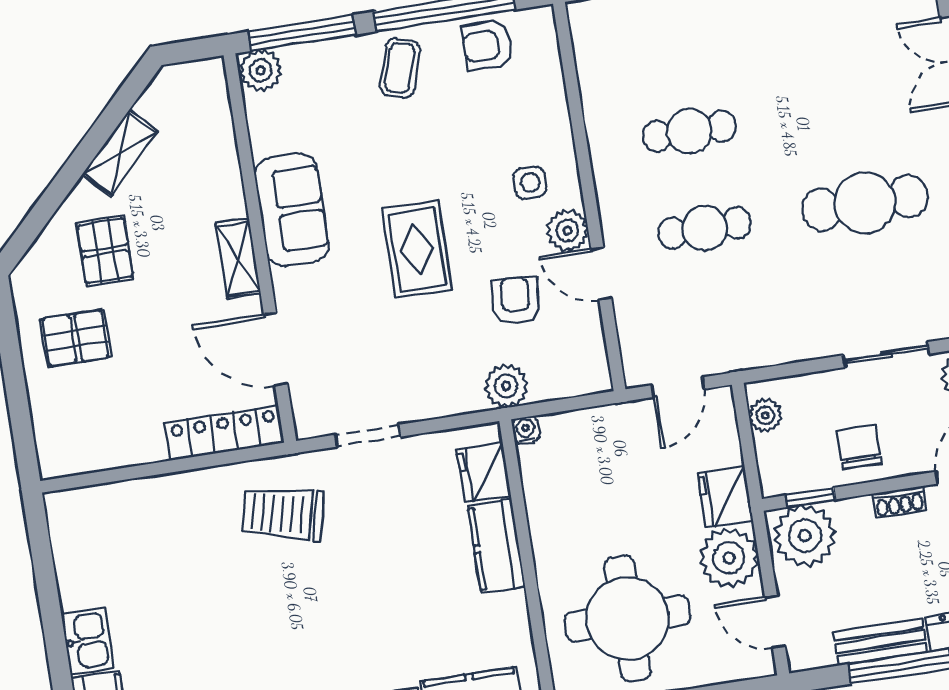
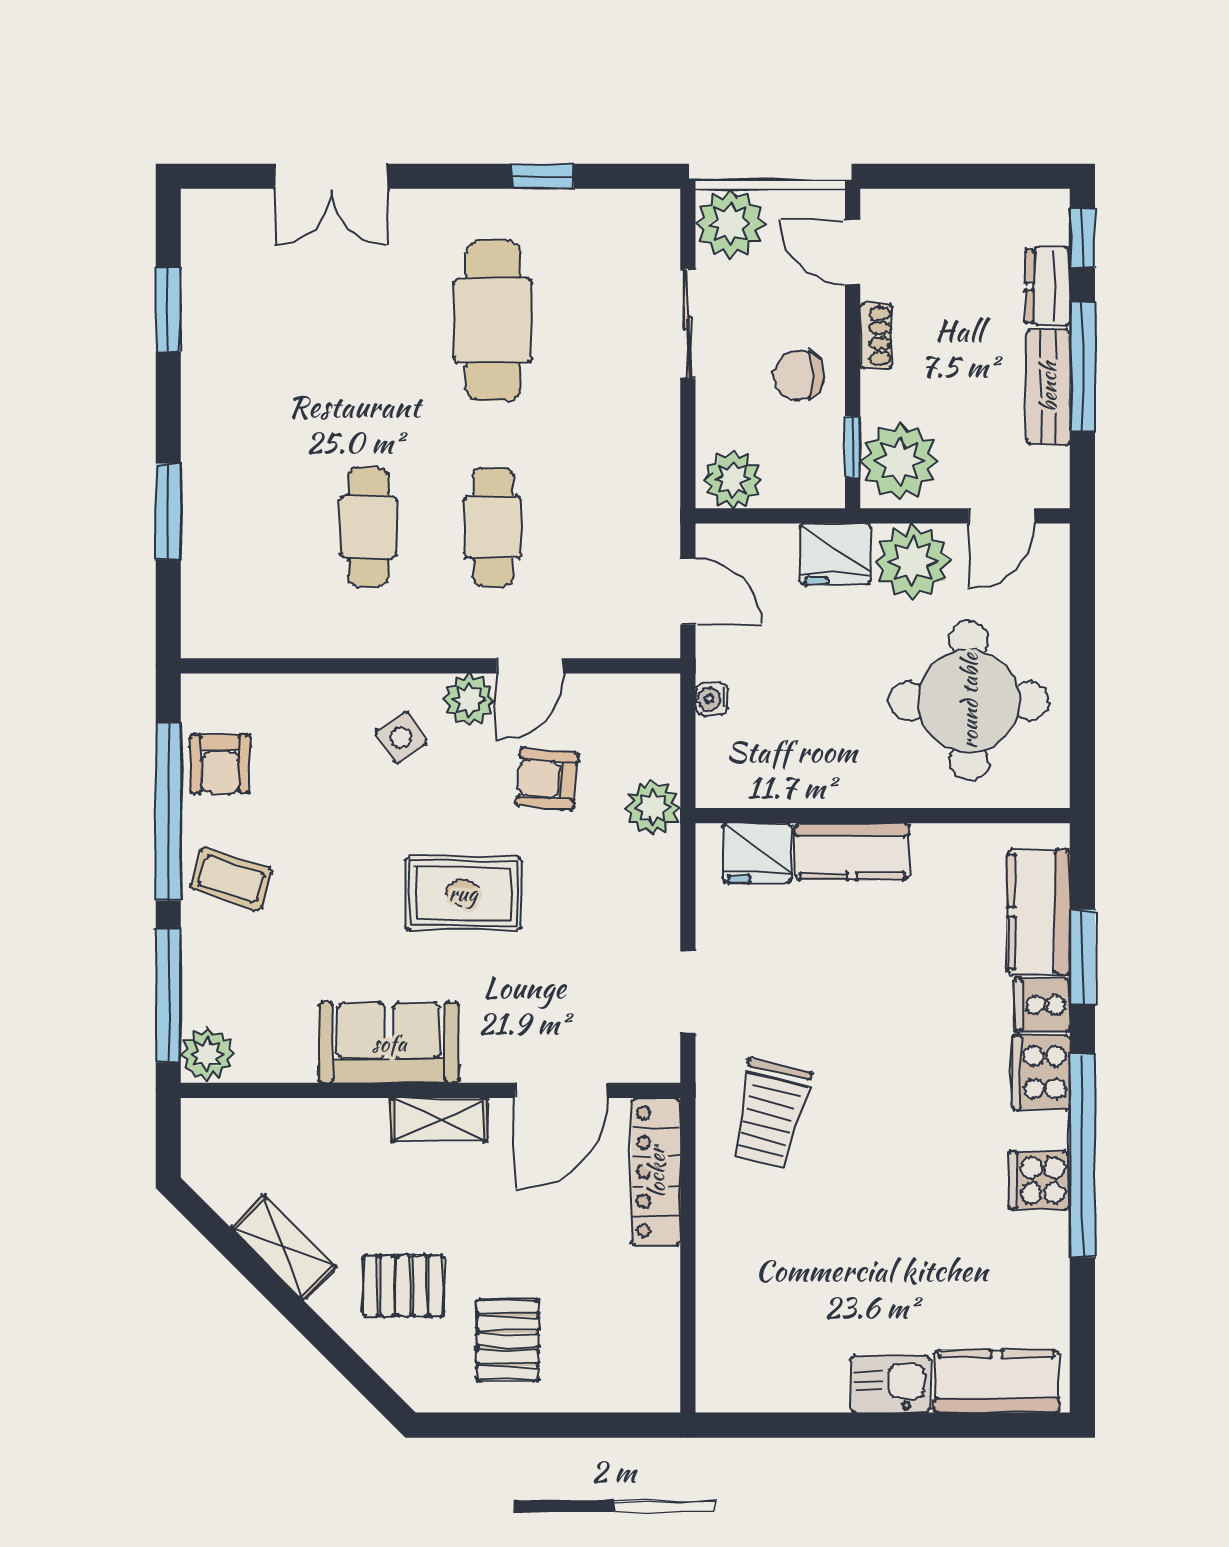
side table: (530, 183) -> (401, 738), turned -33
plant: (765, 415) -> (733, 480), width x1.38, depth x1.38
water cooler: (526, 430) -> (712, 699), moved

